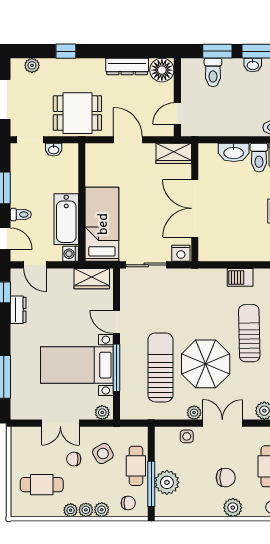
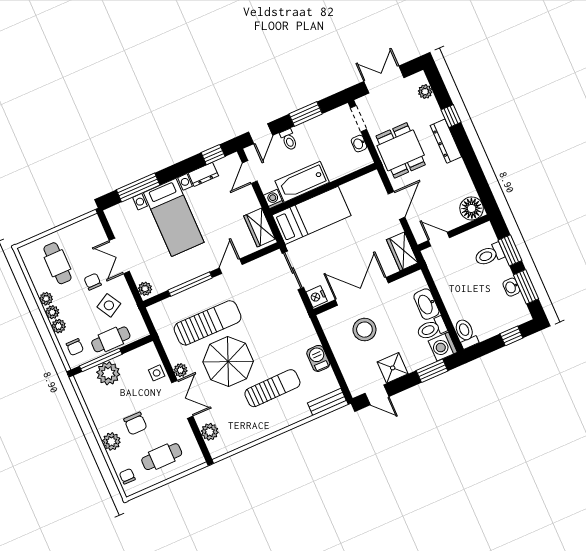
dresser: (127, 66) -> (446, 141), moved
stool: (232, 222) -> (364, 330), added
bed with nightstands: (77, 365) -> (174, 217), moved, turned 180

